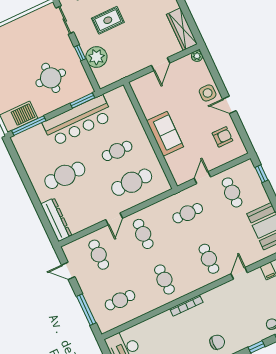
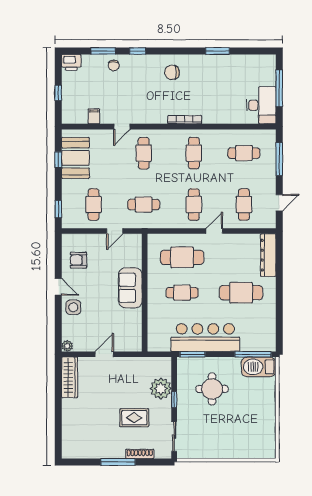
door: (68, 271) -> (279, 203), hinge flipped

